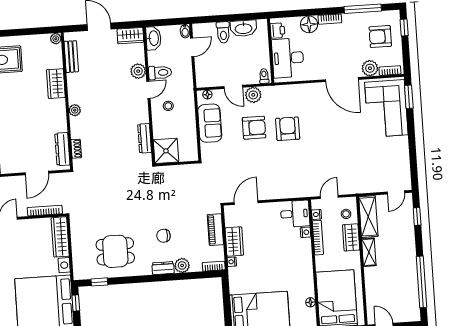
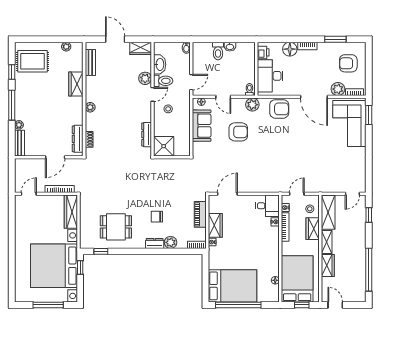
window: (363, 9) -> (335, 39), width x0.69
window: (404, 27) -> (369, 57), removed
washbasin: (243, 28) -> (230, 47), width x0.52, depth x0.69
washbasin: (153, 38) -> (160, 64), moved
plant: (56, 39) -> (66, 47), moved
door: (192, 47) -> (191, 82), moved
plant: (253, 95) -> (252, 105), moved
armchair: (288, 129) -> (279, 109), moved, turned 90
wardrobe: (372, 280) -> (328, 266), added

